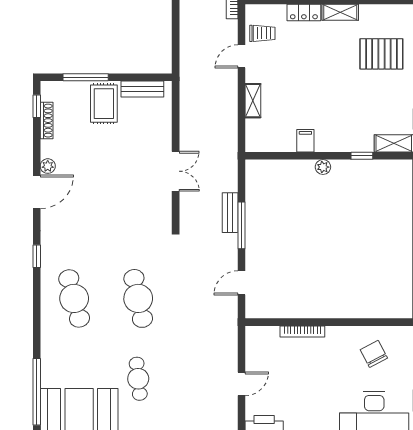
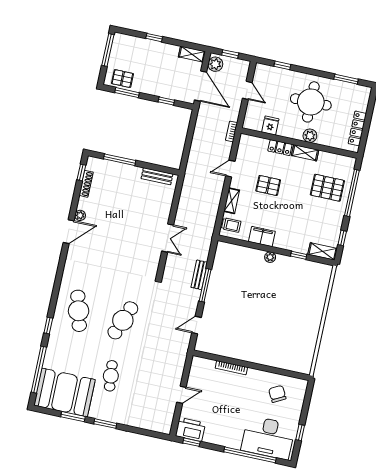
trolley: (262, 33) -> (231, 225), moved
pallet: (299, 68) -> (268, 185), added
rug: (104, 104) -> (128, 181), removed
filing cabinet: (305, 141) -> (262, 236), width x2.00
window: (37, 256) -> (48, 325), moved
cafe table: (138, 298) -> (123, 320), turned 33

